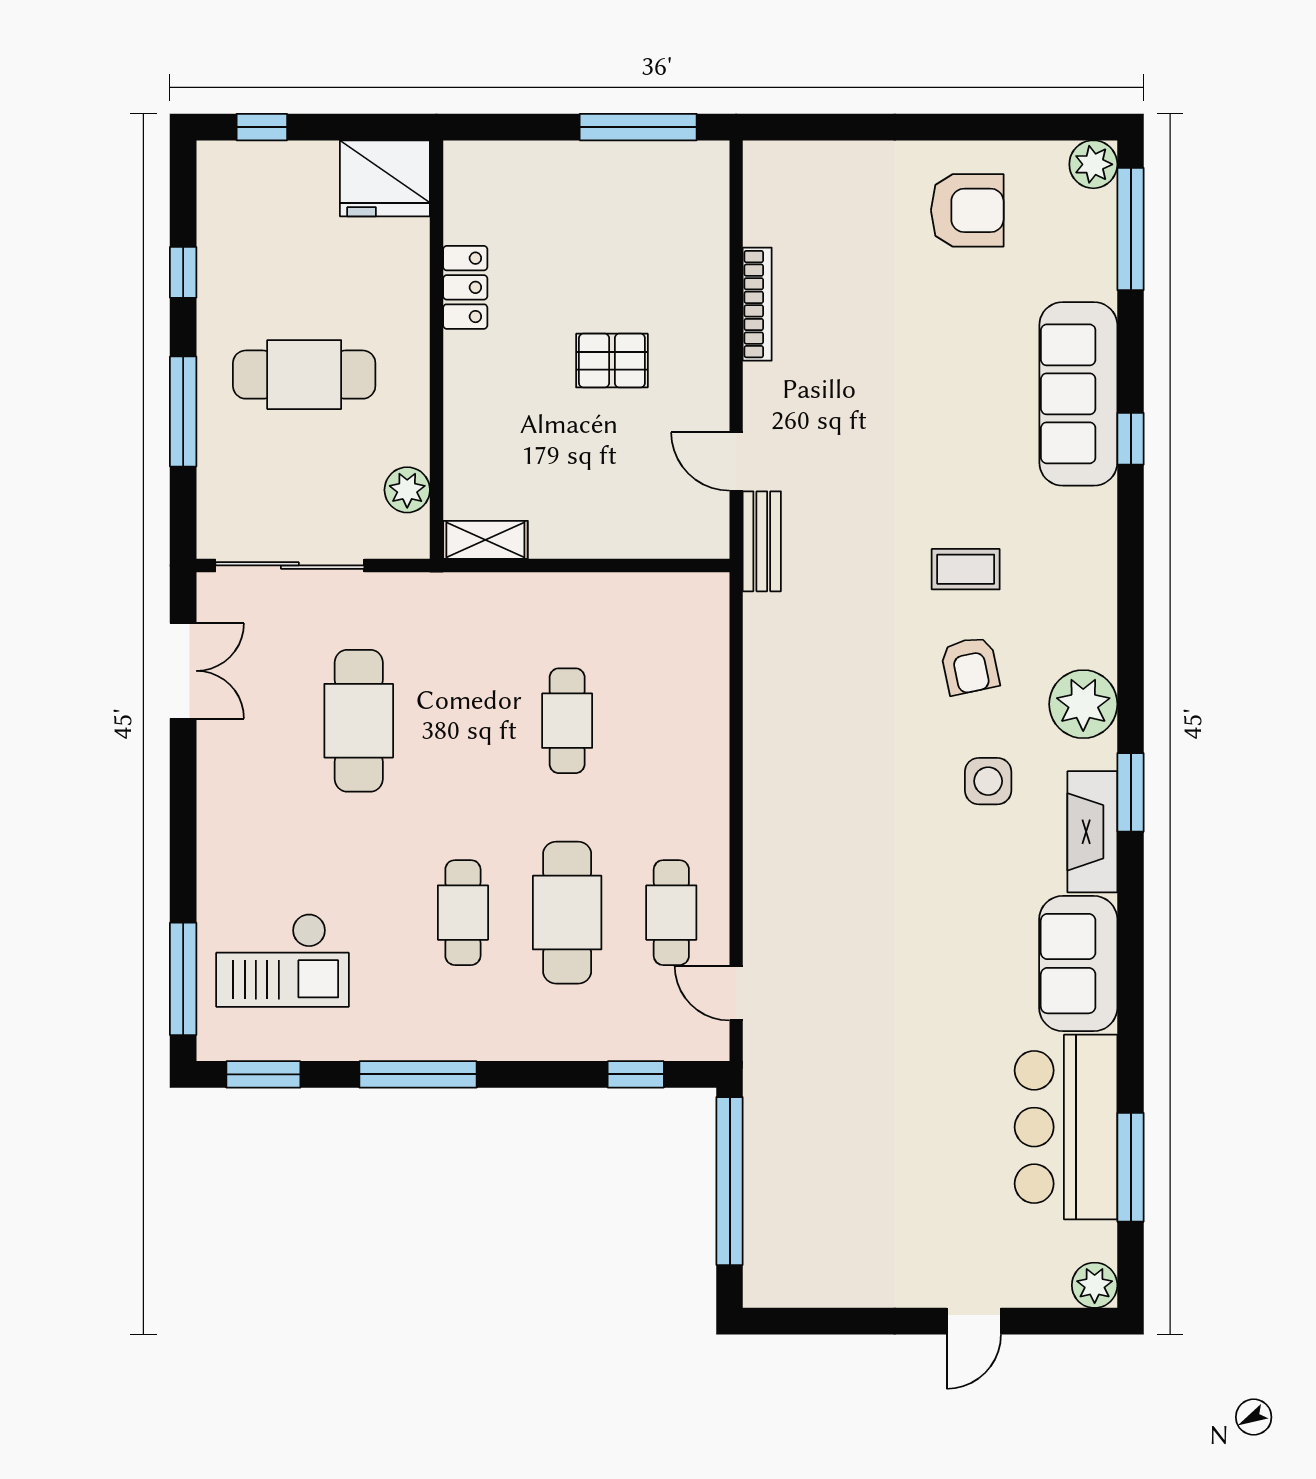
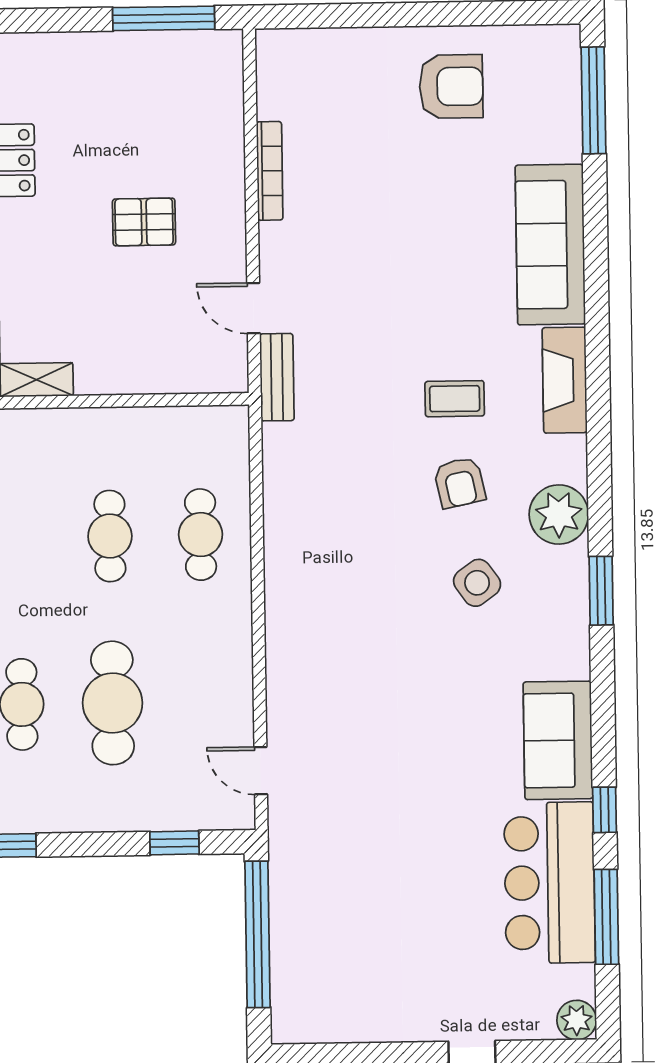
plant: (1093, 164) -> (560, 45), removed
window: (1131, 439) -> (605, 810), moved
side table: (988, 781) -> (477, 583), turned -36
fireplace: (1092, 832) -> (565, 380), moved
cafe table: (671, 913) -> (201, 535), moved

